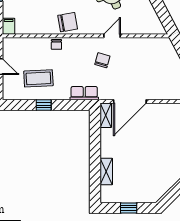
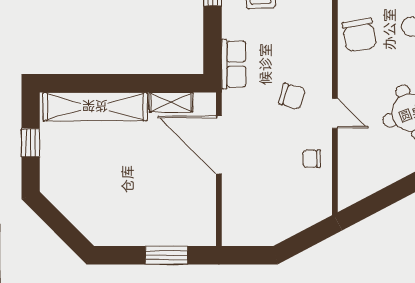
chair: (56, 44) -> (312, 159), moved
shelving: (106, 115) -> (171, 102), moved
shelving: (106, 171) -> (95, 107), width x2.20, depth x1.33

